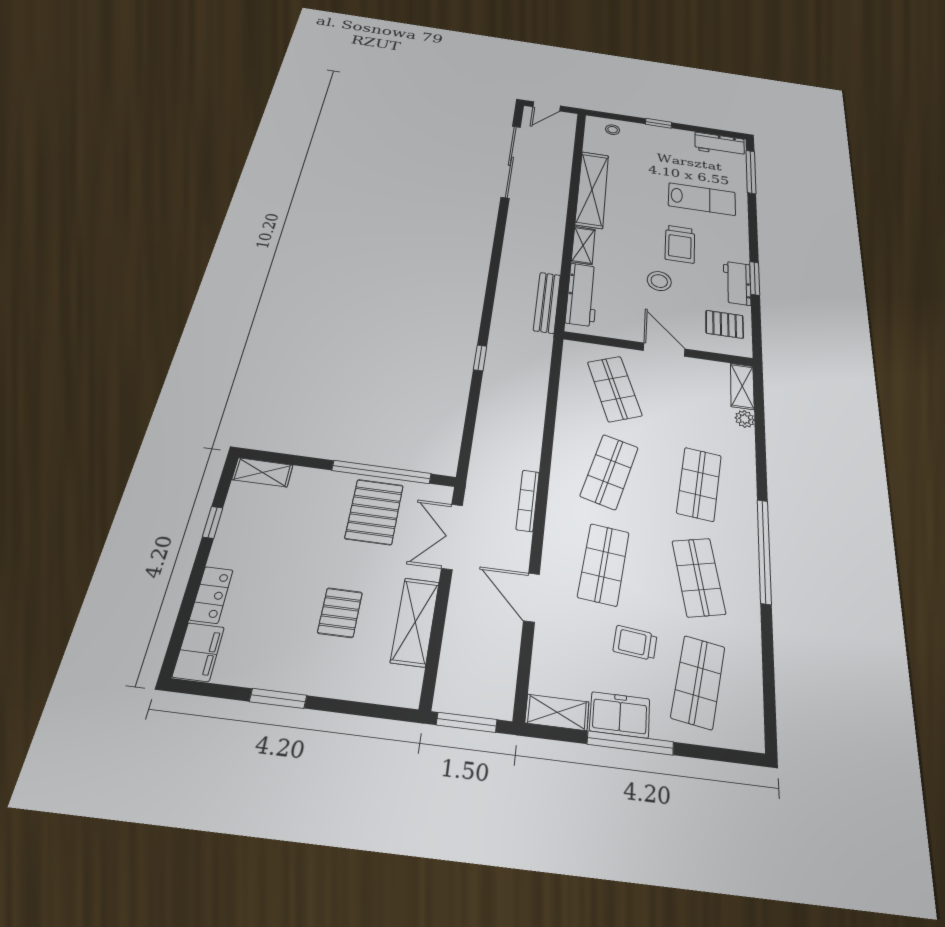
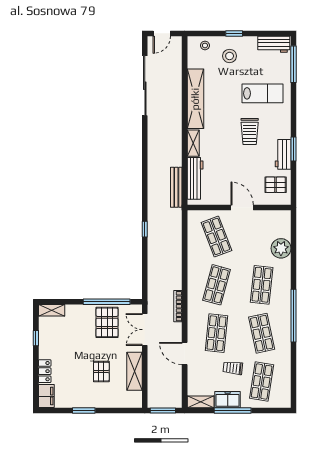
stool: (659, 281) -> (230, 56), moved
shelving: (742, 386) -> (285, 224), removed
plant: (745, 419) -> (281, 248), width x1.88, depth x1.88

